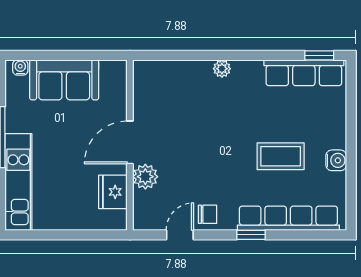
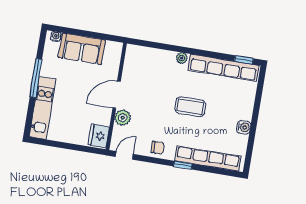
row of seats: (304, 73) -> (223, 68), width x1.36
coffee table: (281, 156) -> (190, 107), moved
fridge: (113, 192) -> (99, 136), moved
door: (180, 235) -> (124, 155), moved

